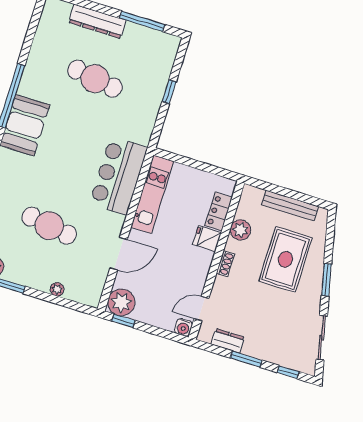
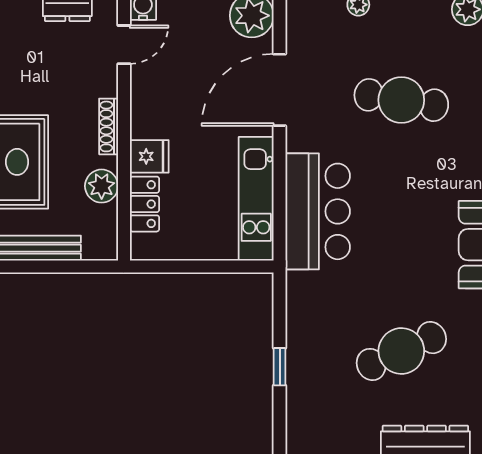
cafe table: (95, 79) -> (401, 351), turned -33
door: (119, 254) -> (280, 90), width x1.36
shoe rack: (225, 264) -> (109, 126), width x1.43

